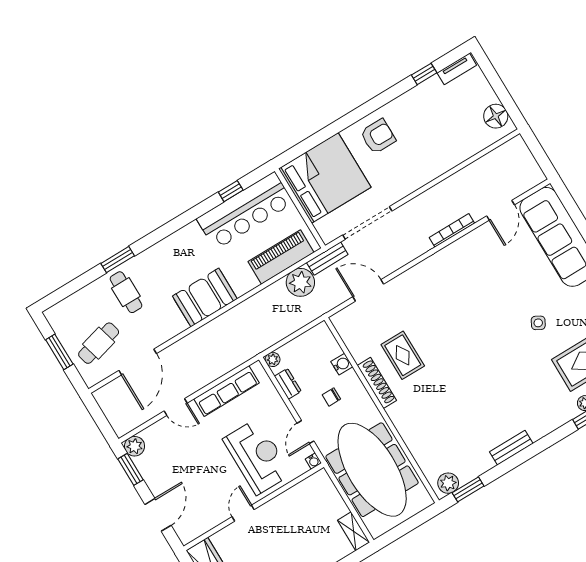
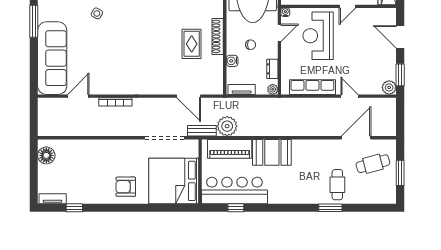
booth: (205, 297) -> (272, 152), moved
tv unit: (310, 337) -> (242, 89), added
door: (158, 515) -> (400, 37), hinge flipped

